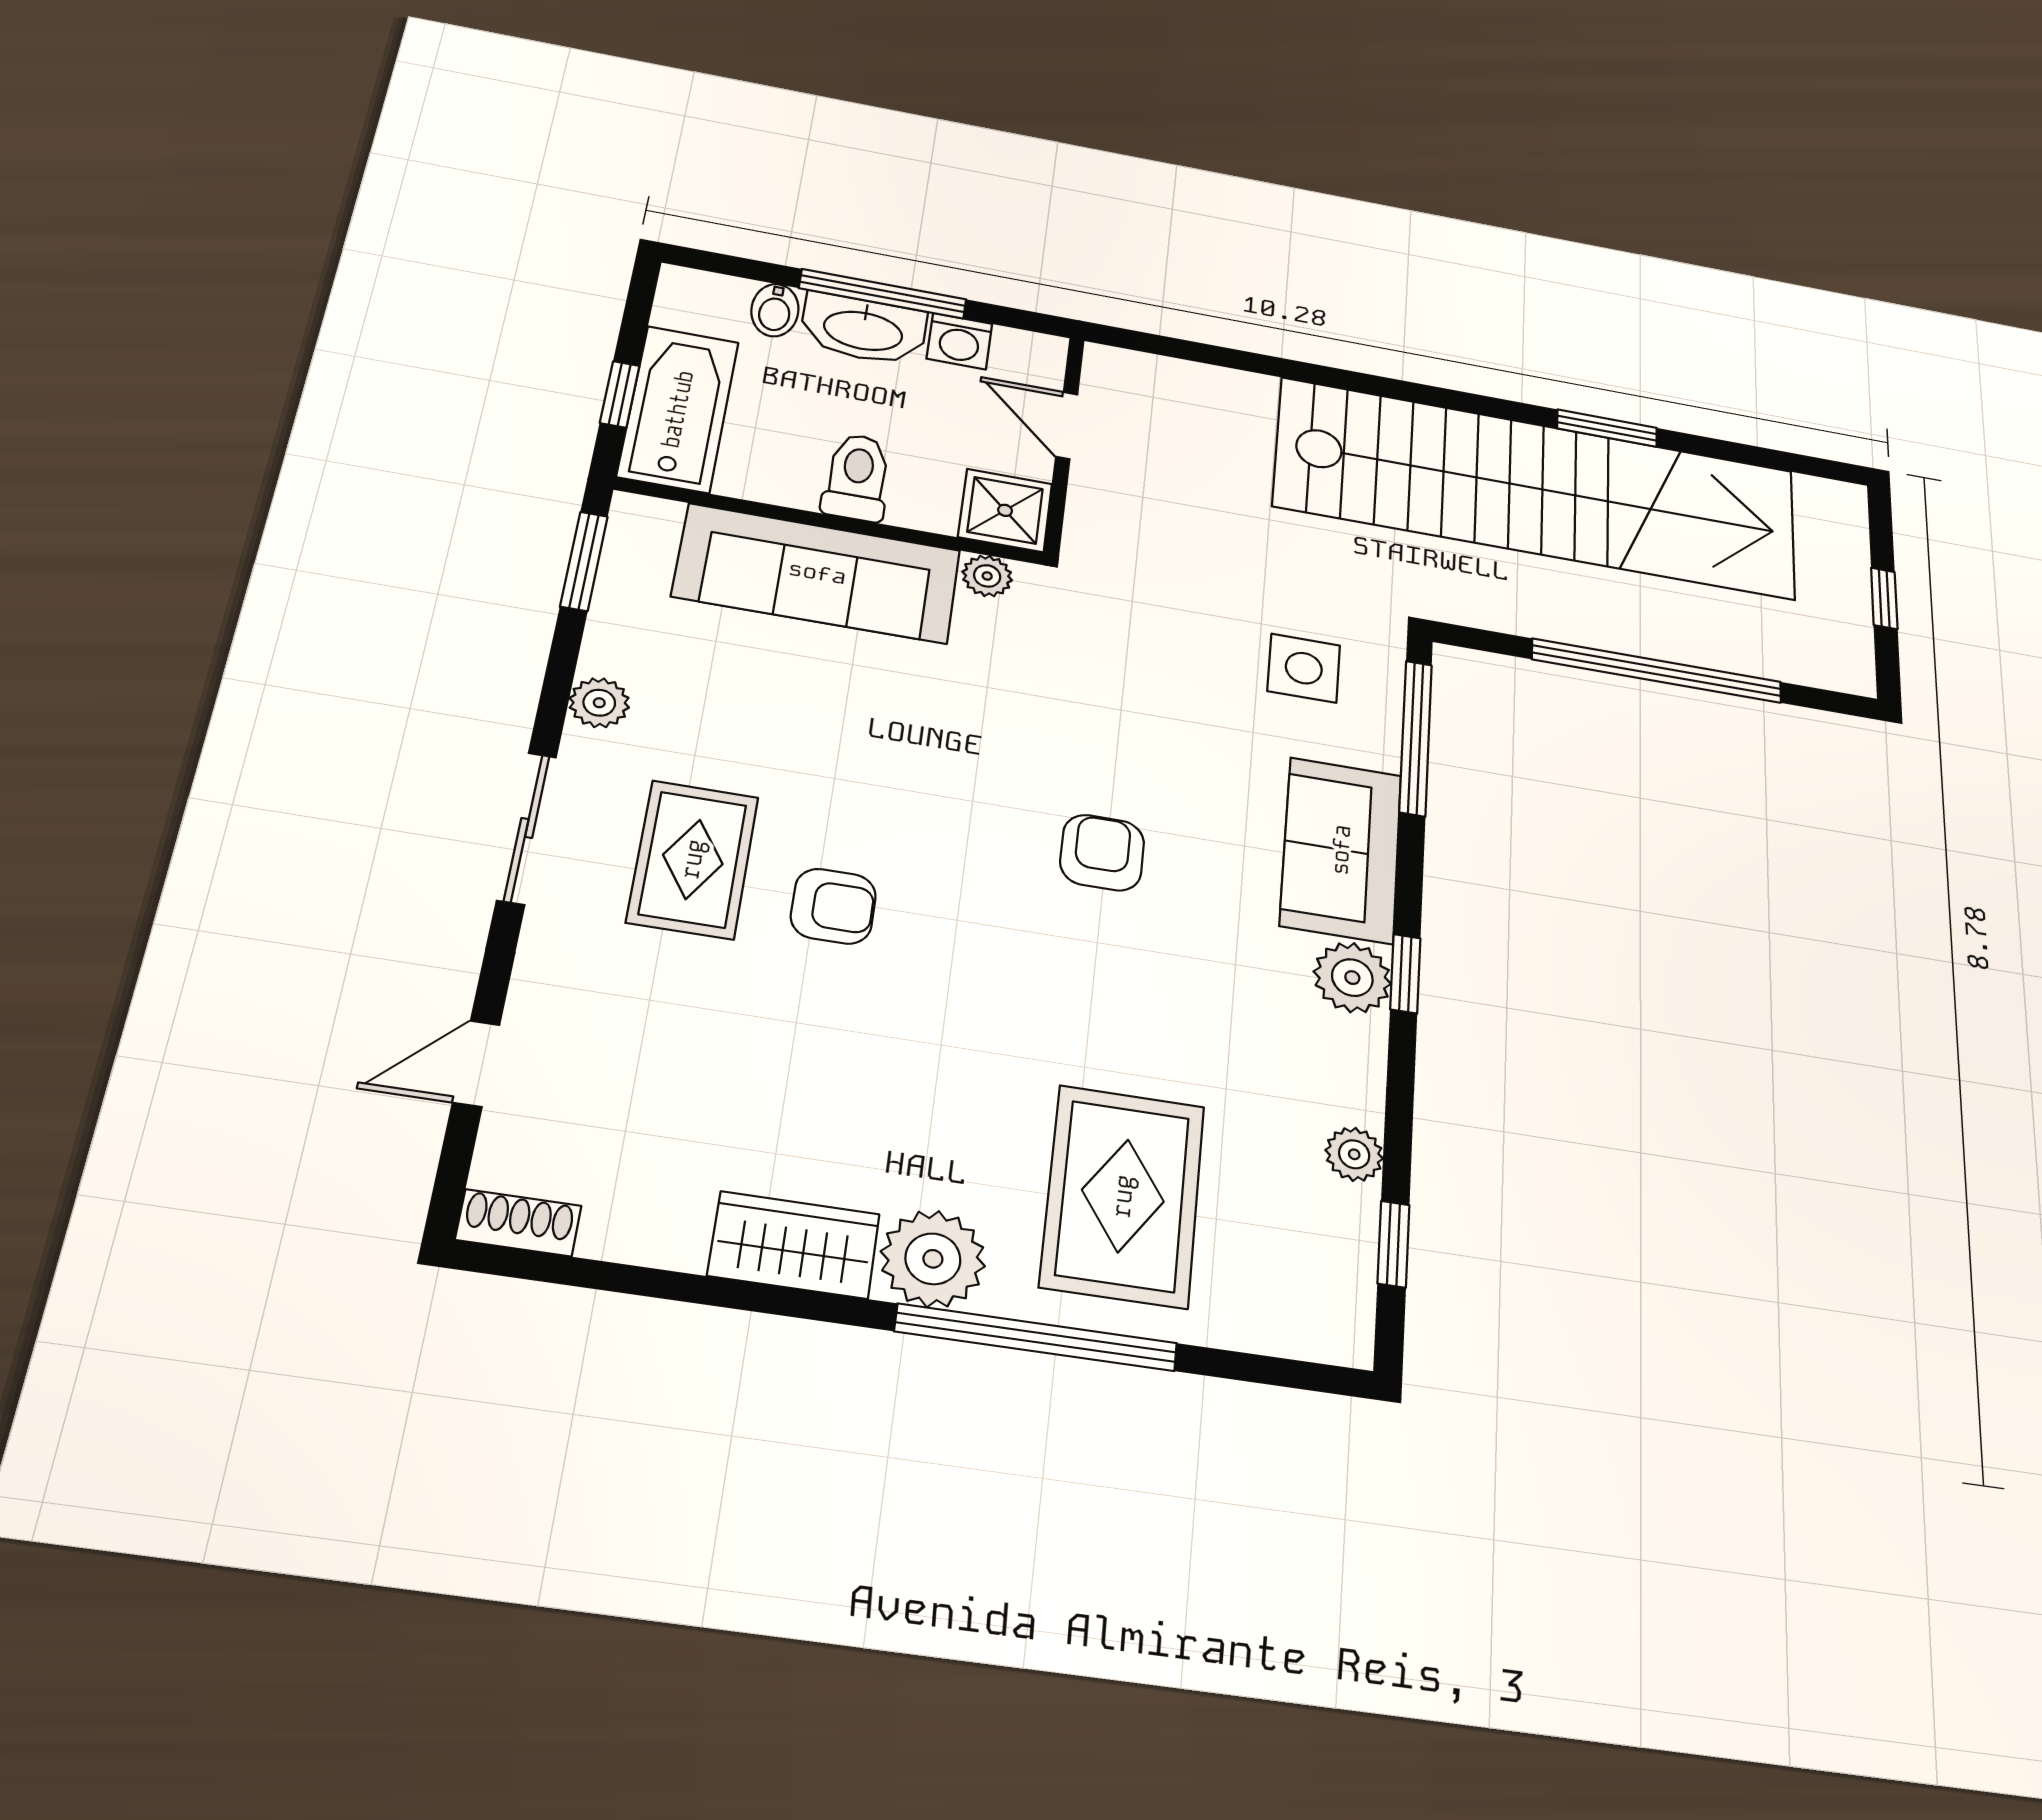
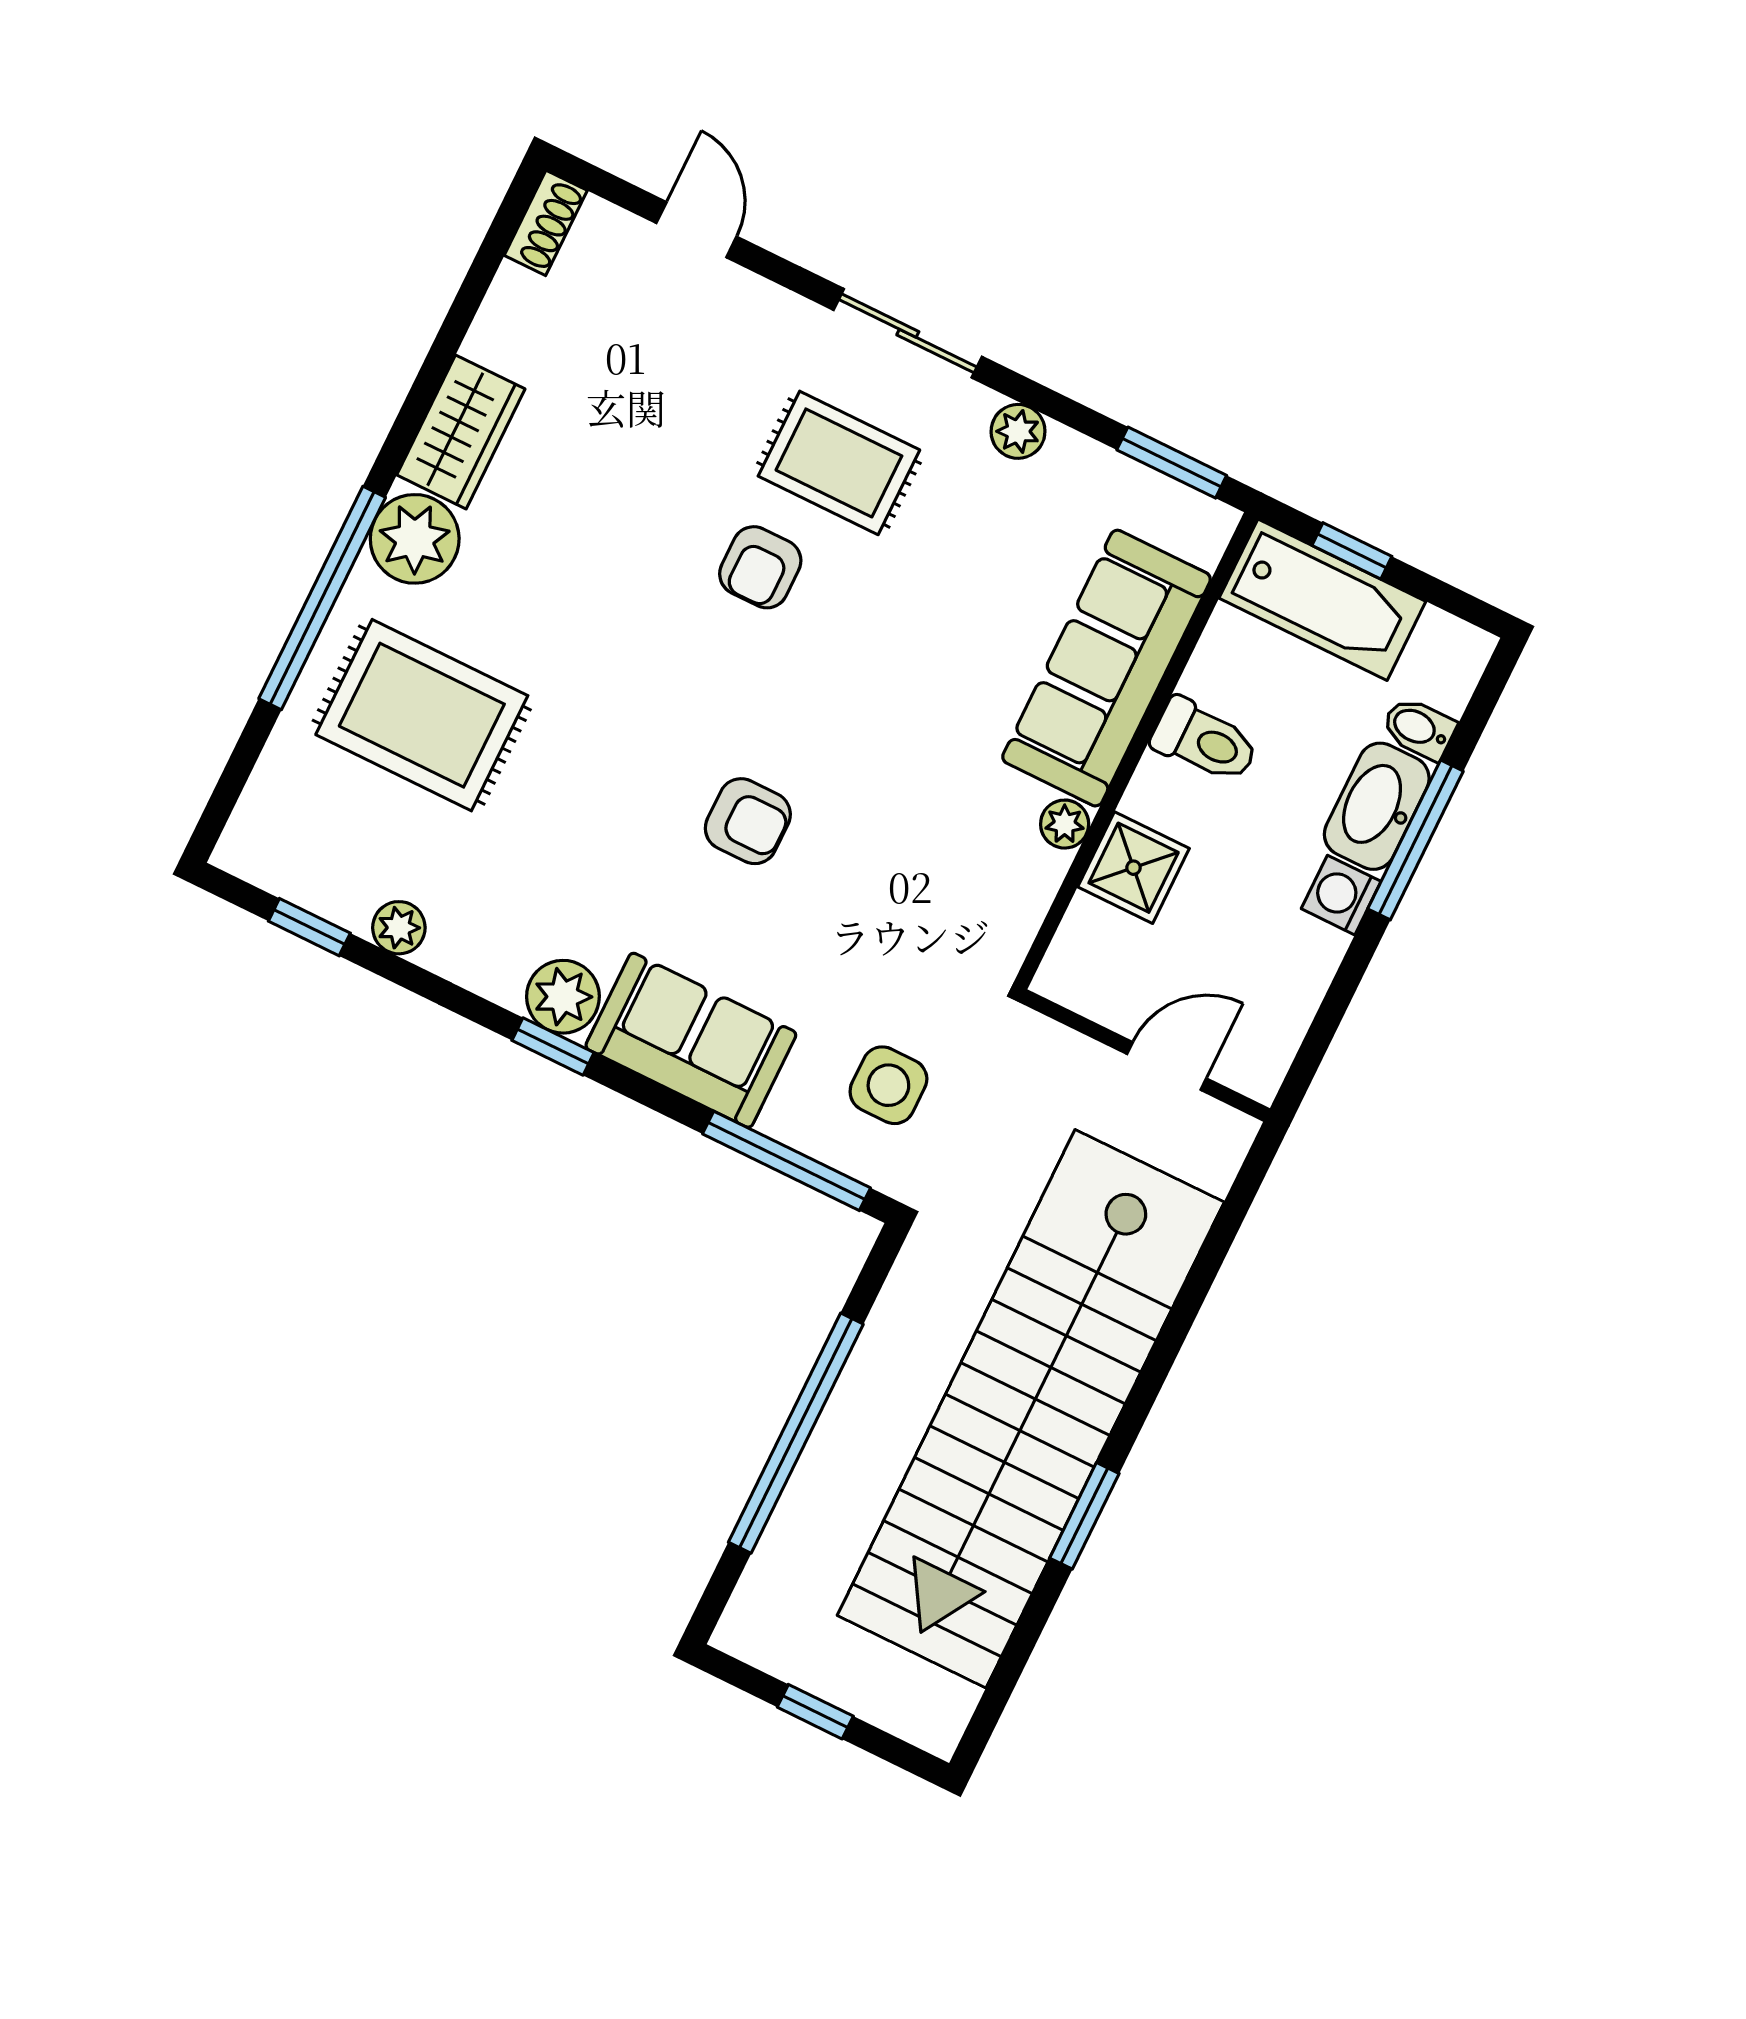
door: (1067, 425) -> (1167, 1066), moved
wall: (1064, 444) -> (1145, 1056), moved

